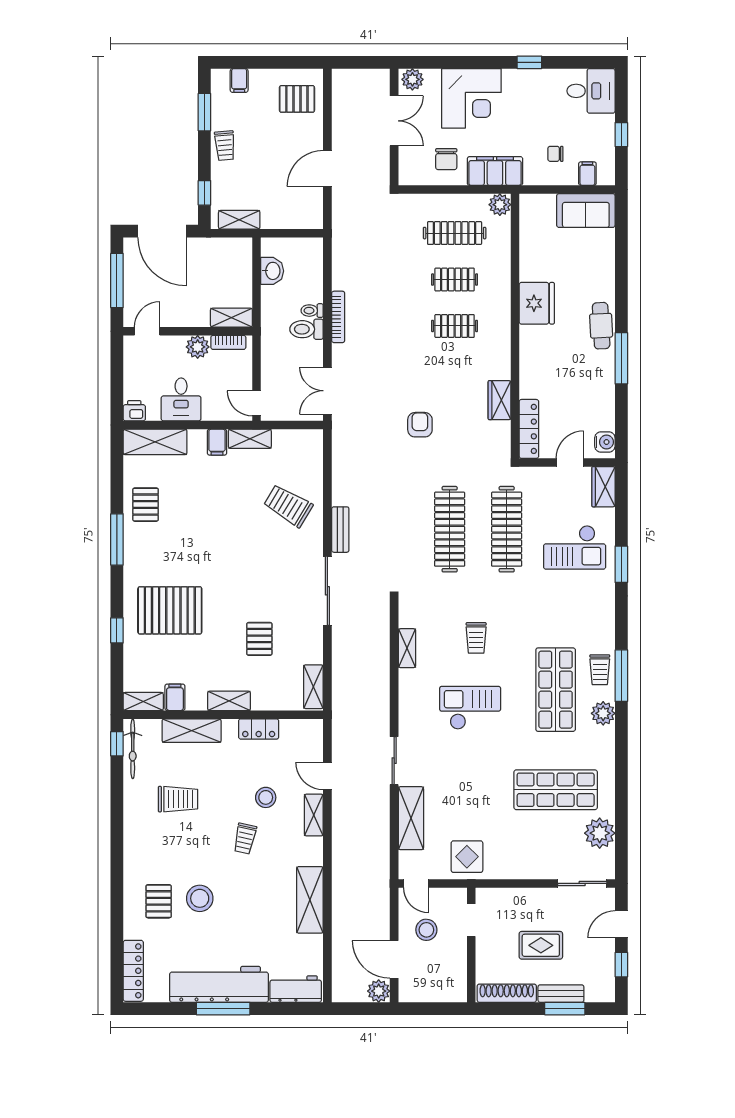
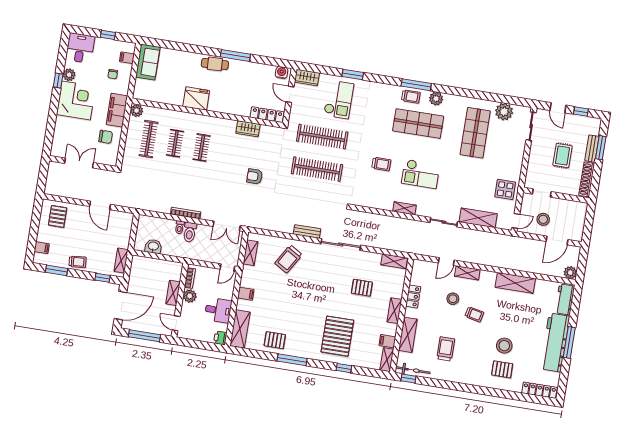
plant: (412, 79) -> (69, 75), moved
corner desk: (471, 98) -> (76, 100), moved
shelving: (231, 318) -> (173, 293), moved
shelving: (250, 439) -> (250, 253), moved
shelving: (407, 648) -> (404, 208), moved
checkout: (470, 708) -> (421, 174), turned -90
plant: (379, 991) -> (570, 273), moved

